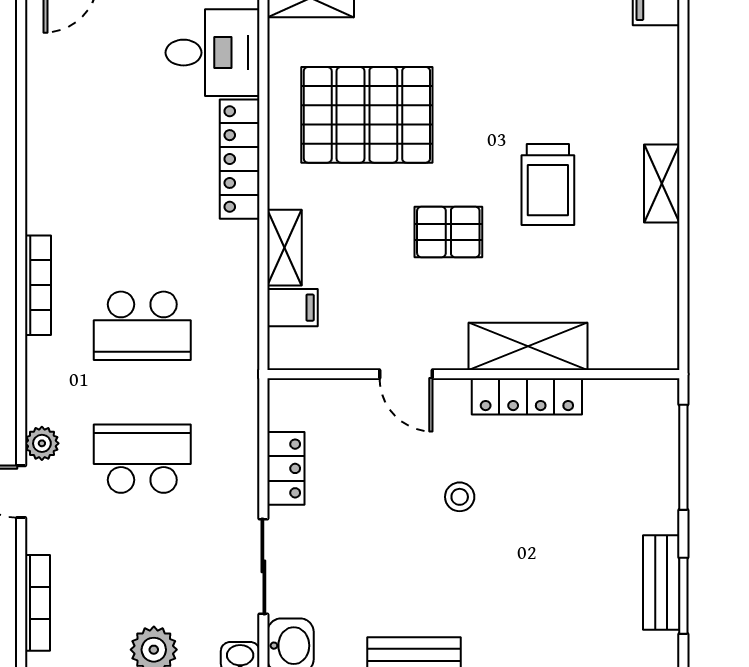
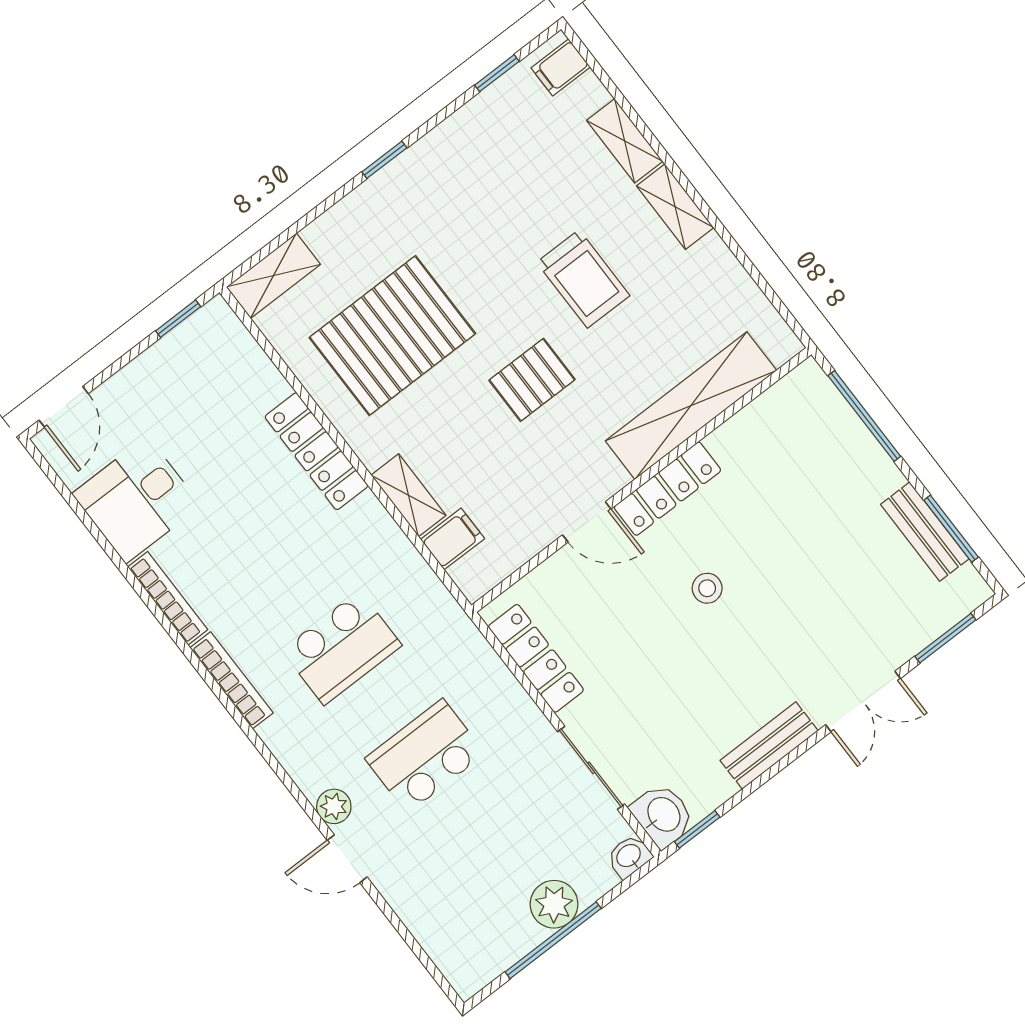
desk: (213, 53) -> (137, 500), moved, turned 180
shelving: (662, 103) -> (625, 141), added
shelving: (528, 346) -> (691, 406), width x1.47
locker: (527, 396) -> (667, 489), moved
locker: (286, 468) -> (536, 658), width x1.53
bookcase: (37, 603) -> (168, 598), moved

